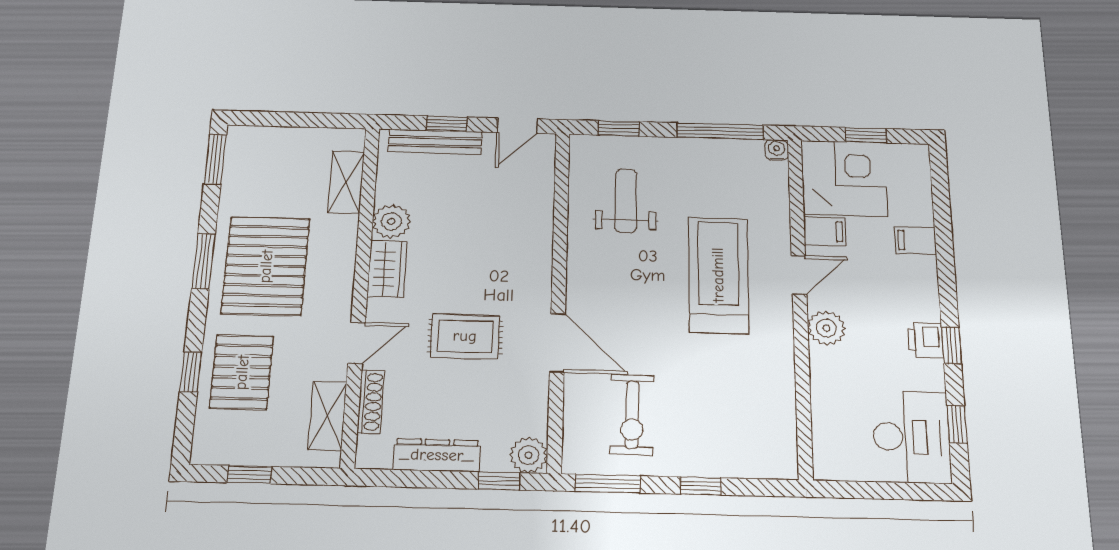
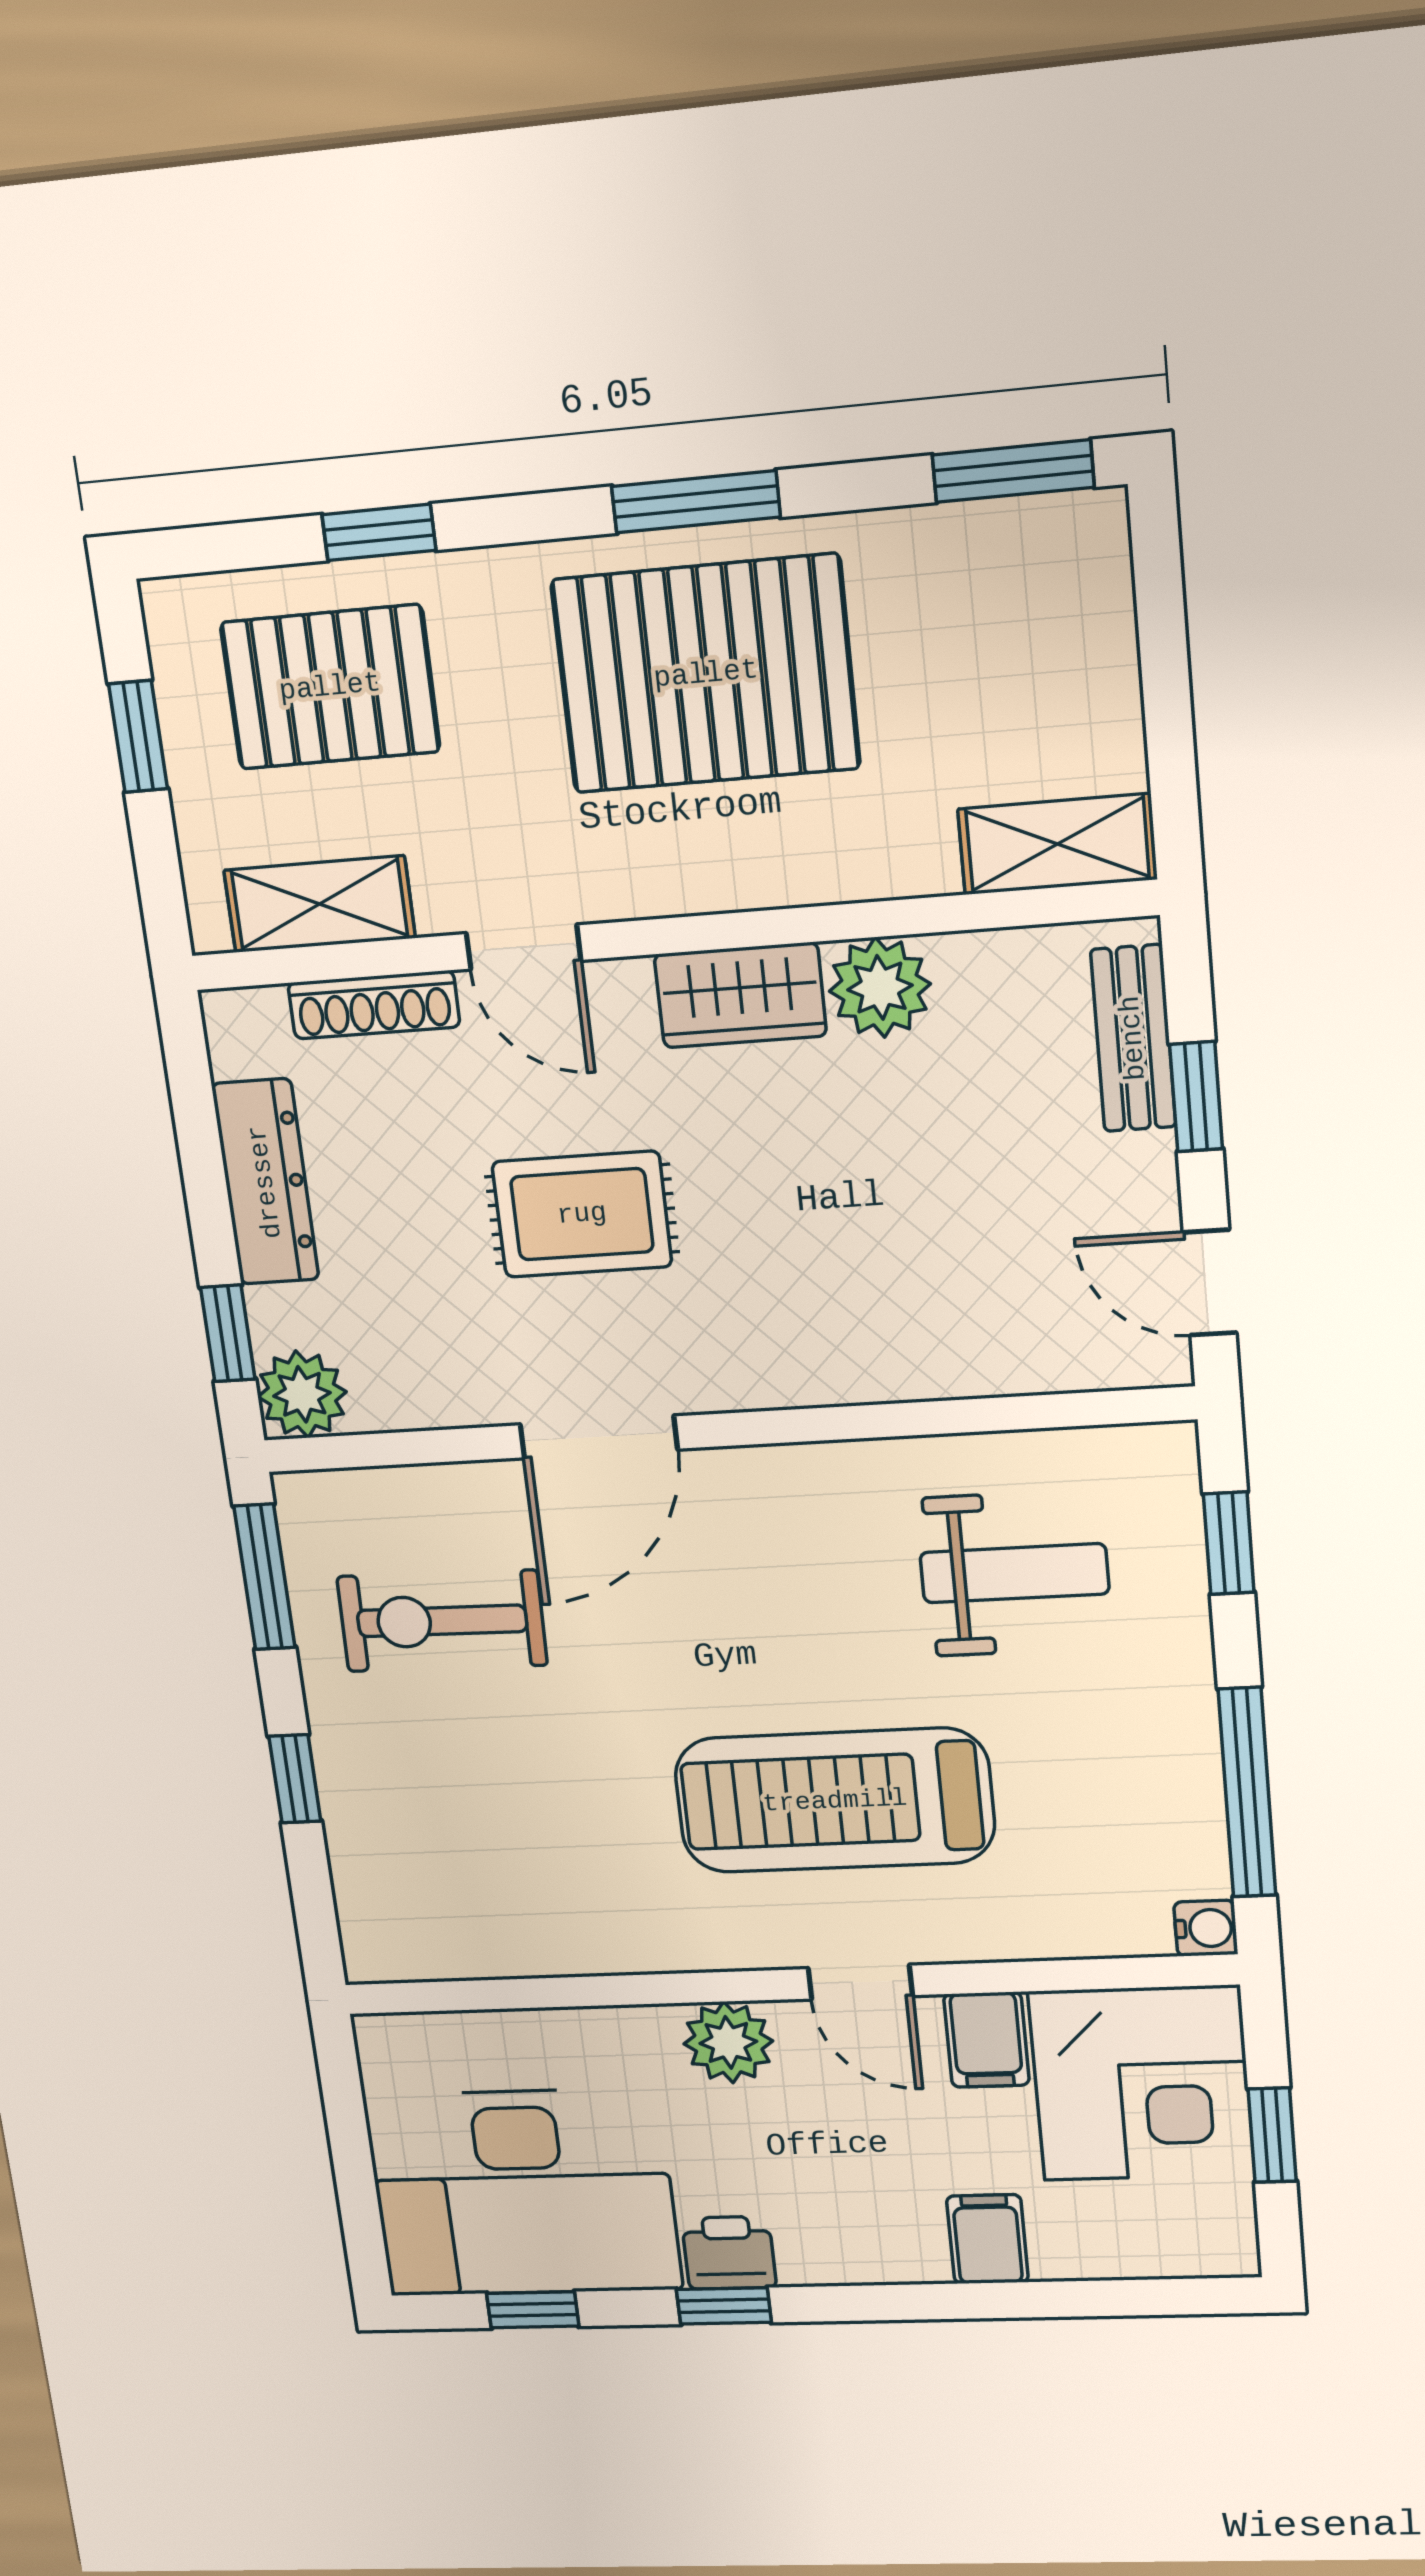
bench: (435, 142) -> (1133, 1038), width x0.73
shelving: (346, 182) -> (1057, 844), moved
treadmill: (718, 275) -> (835, 1801), turned 180
rug: (465, 336) -> (582, 1214), turned 90
pallet: (242, 372) -> (330, 687), moved
desk: (911, 437) -> (523, 2193), width x1.36, depth x1.30

